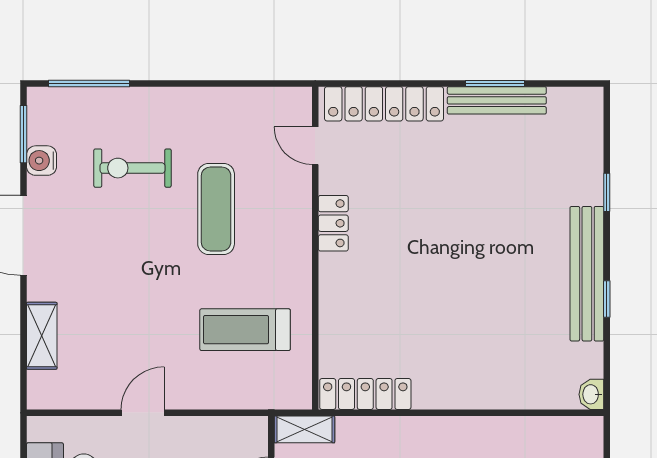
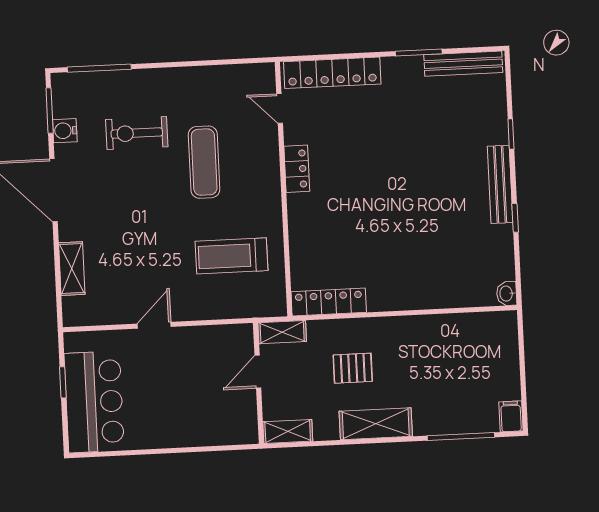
bench: (497, 100) -> (463, 64), moved
bench: (587, 274) -> (500, 184), width x0.73, depth x0.82

